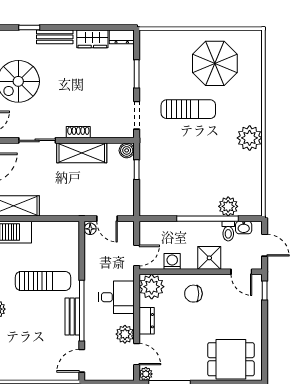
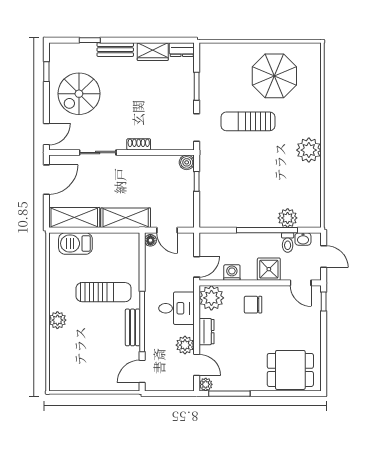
sun lounger: (188, 109) -> (248, 121), turned 180
shelving: (82, 153) -> (126, 218), moved

